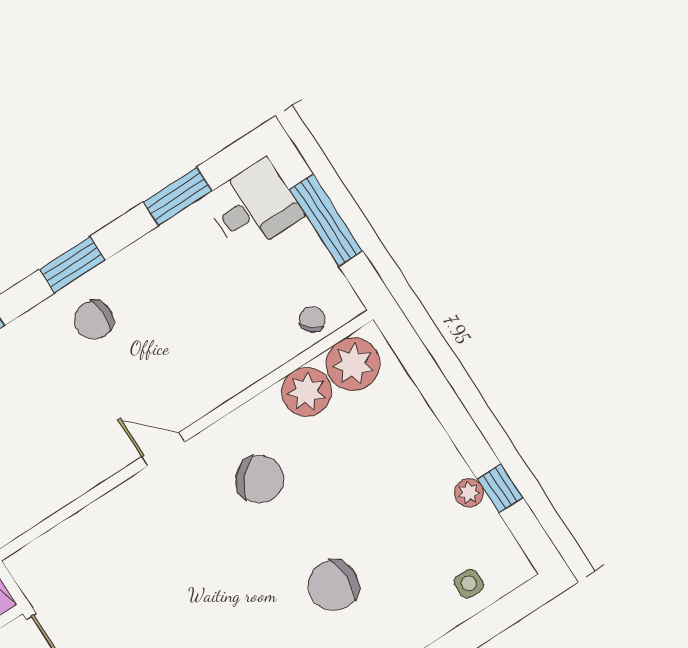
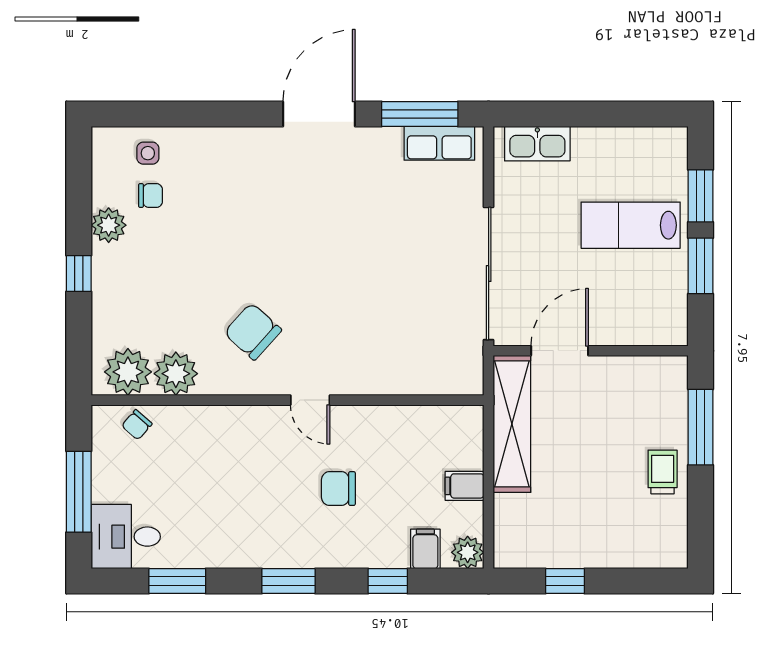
chair: (94, 320) -> (338, 489), moved, turned 180
window: (500, 488) -> (79, 273), moved
plant: (469, 493) -> (109, 225), width x1.38, depth x1.38
chair: (333, 585) -> (150, 196), moved, width x0.54, depth x0.54

